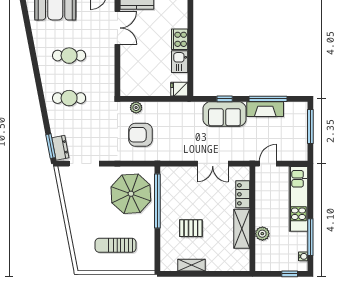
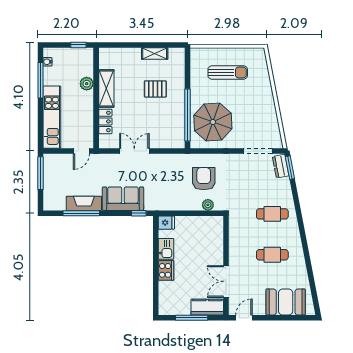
window: (225, 99) -> (139, 213), moved
window: (310, 126) -> (40, 173), moved
armchair: (140, 135) -> (204, 179), turned -90
window: (290, 274) -> (78, 45), moved

